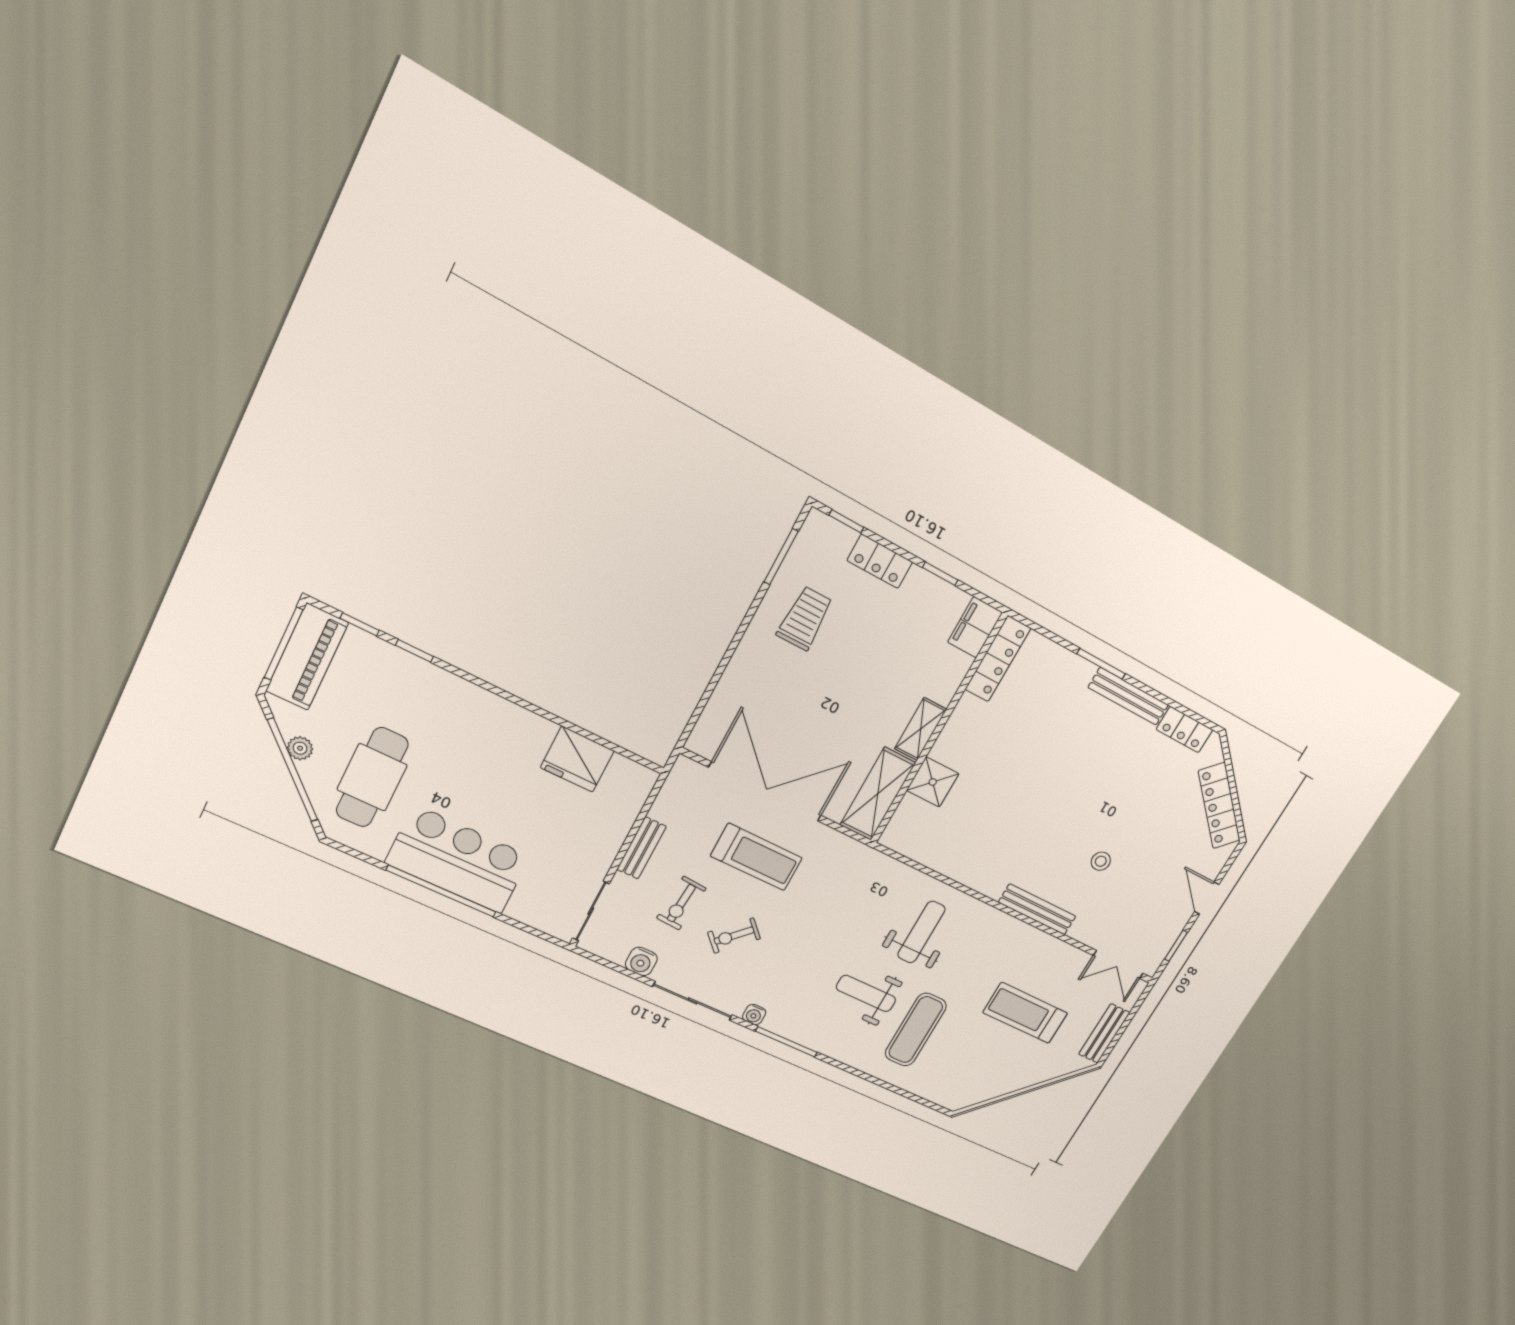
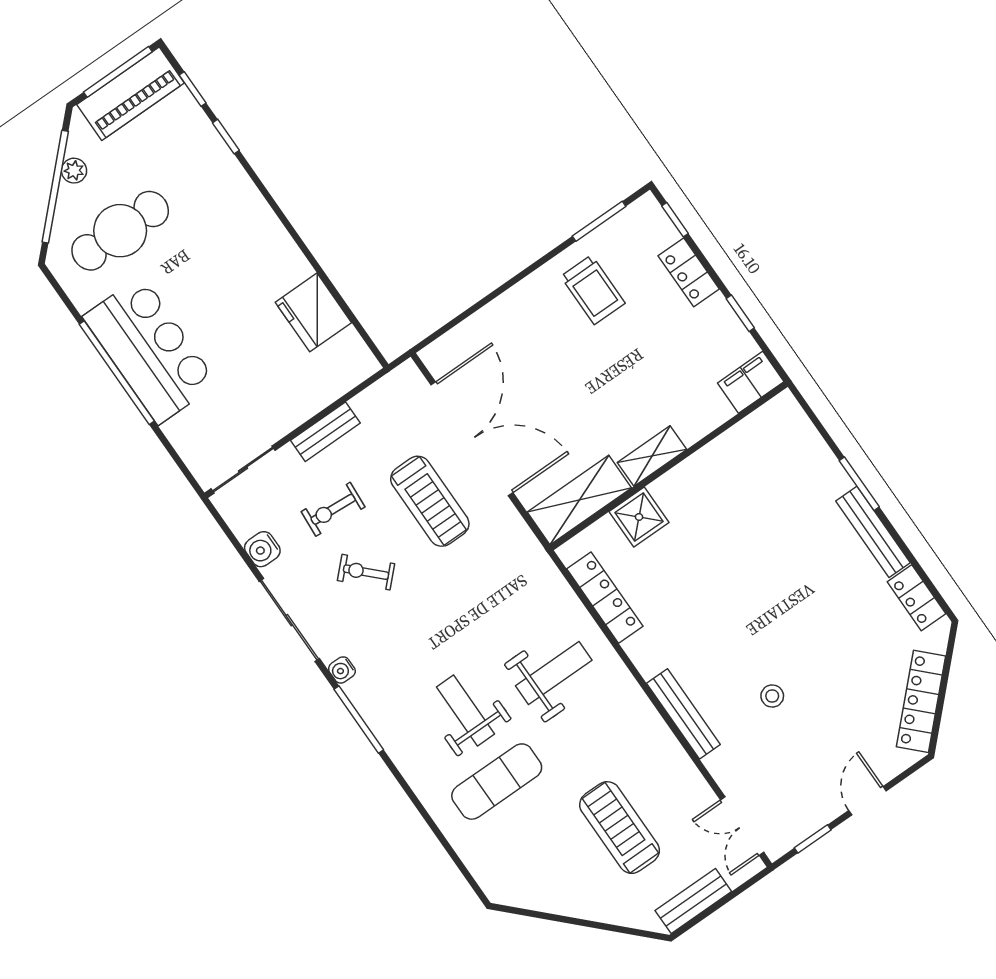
trolley: (805, 618) -> (593, 290), turned 90
locker: (998, 659) -> (605, 598), moved, turned -90

